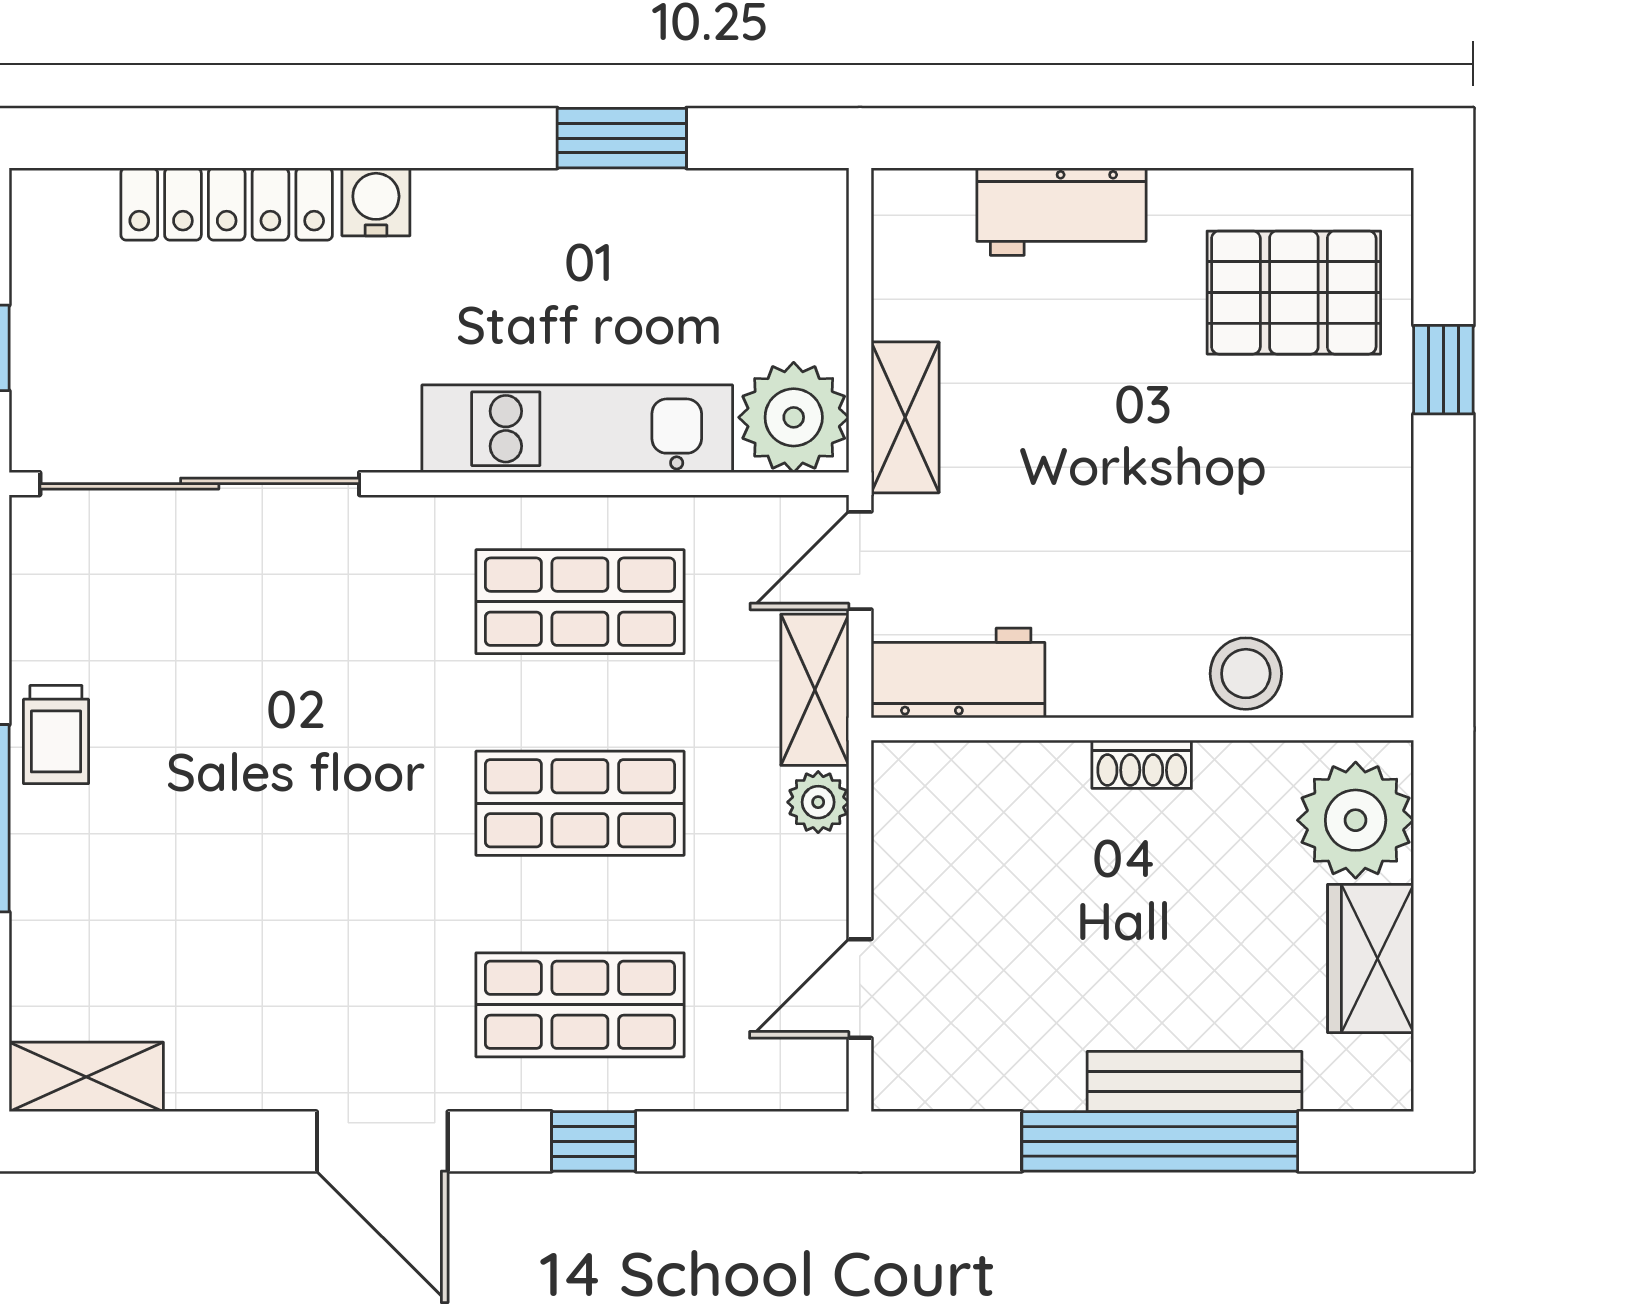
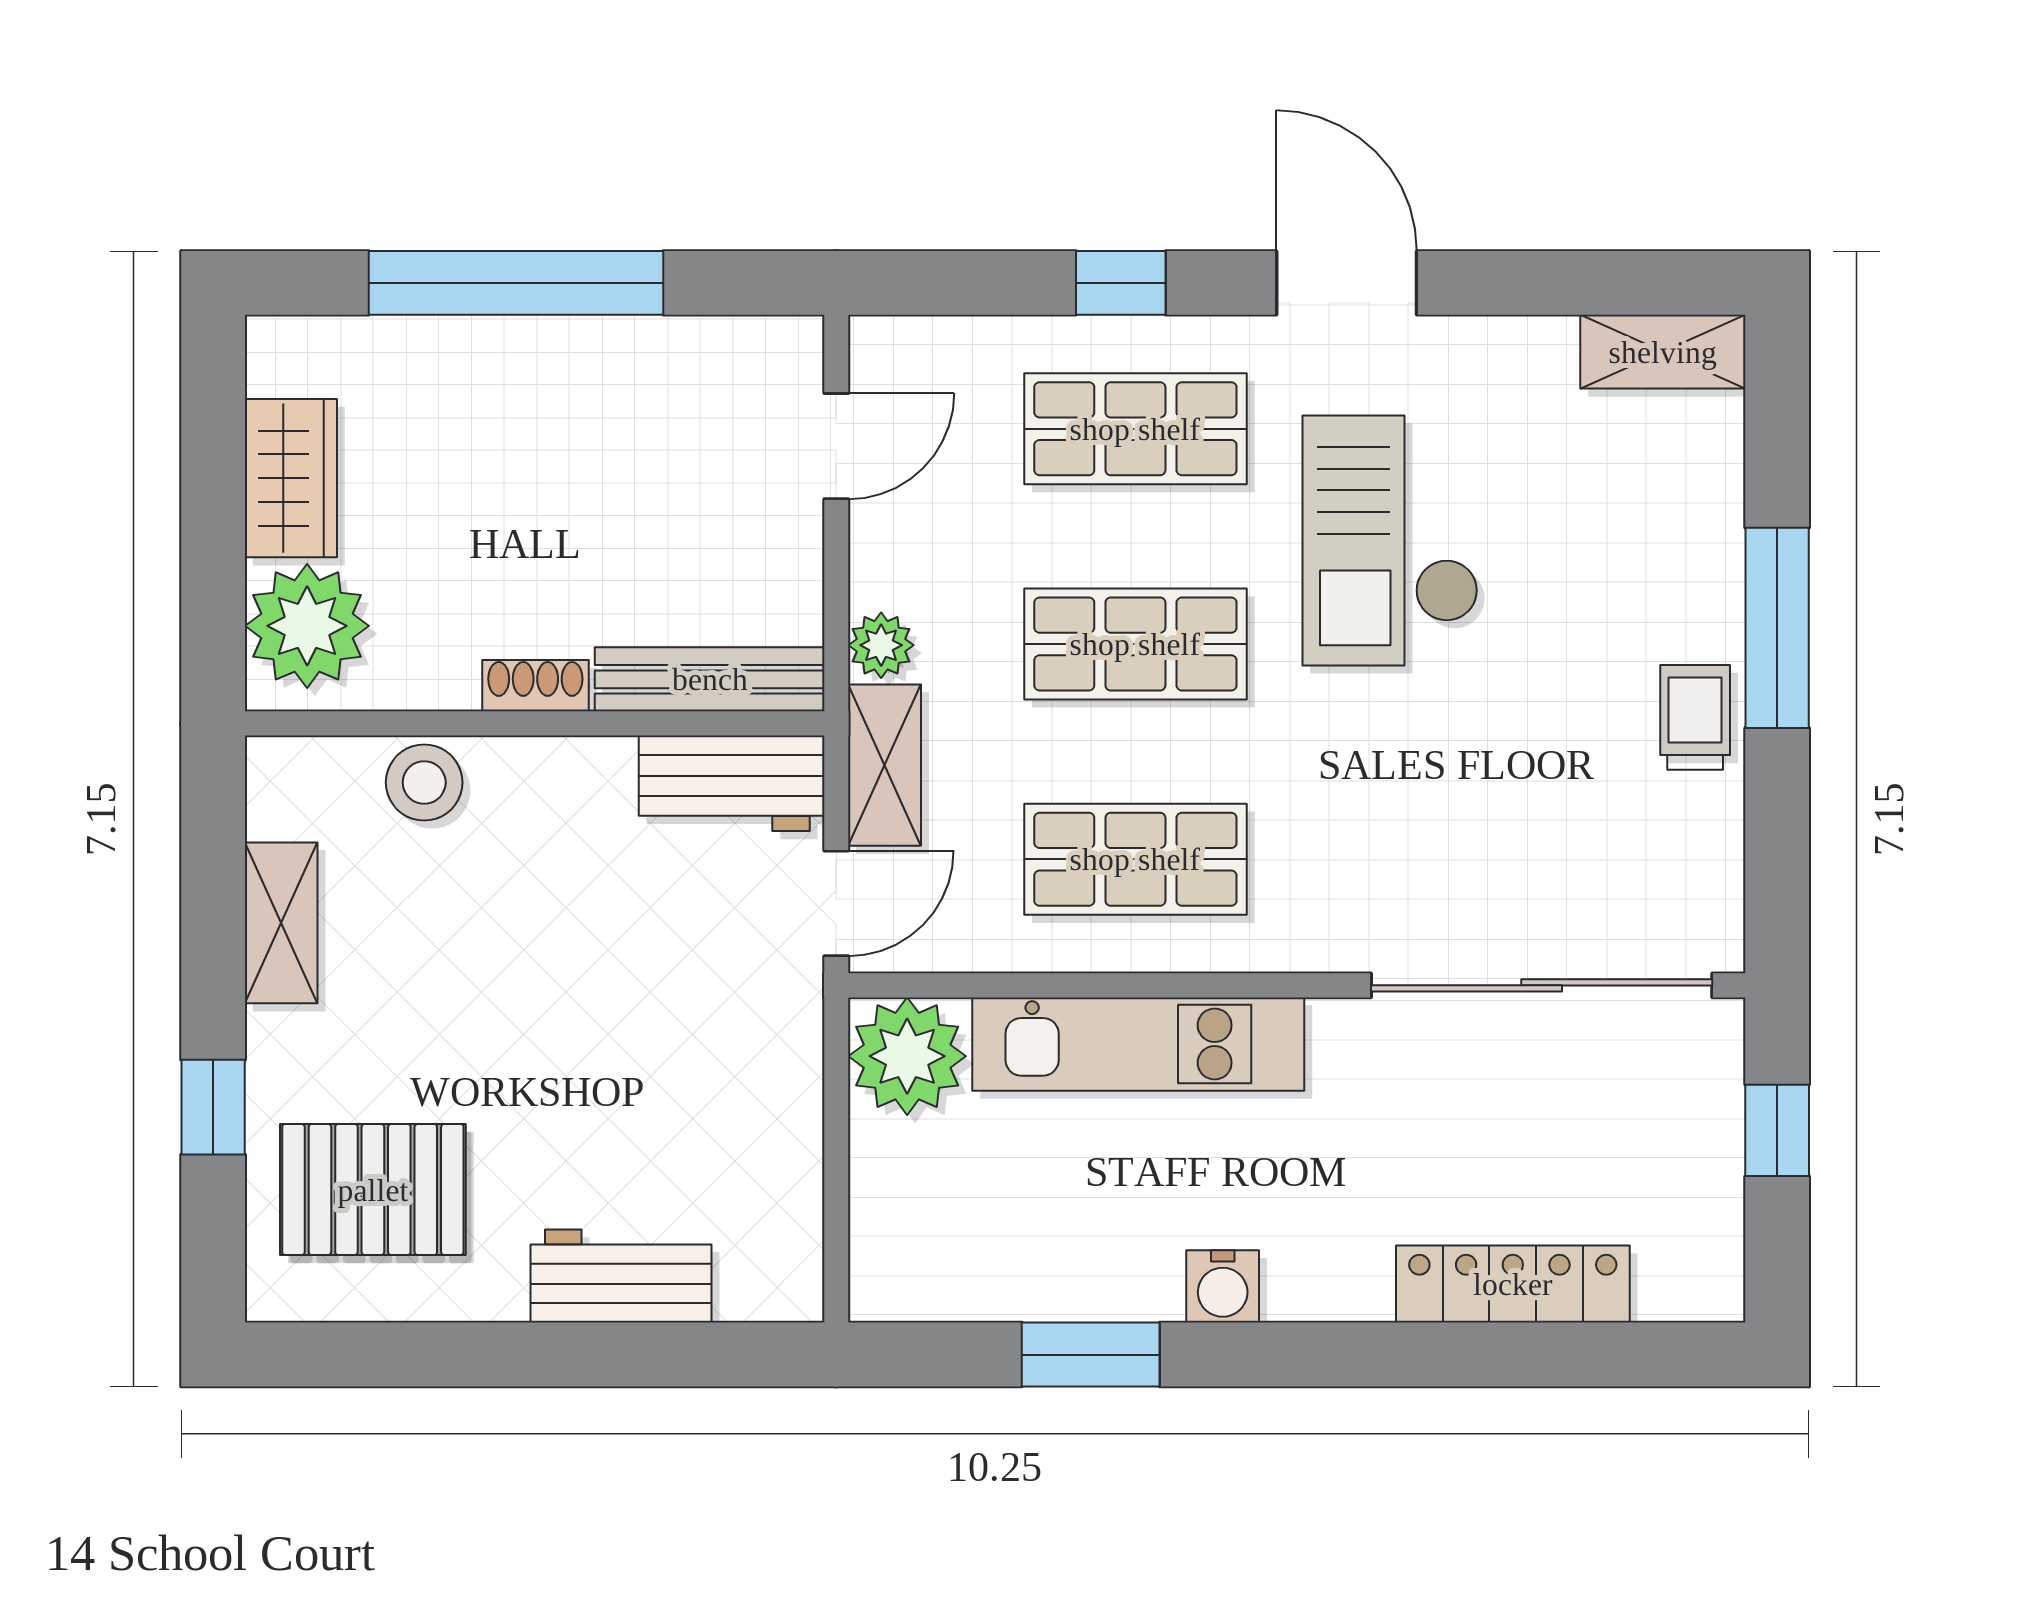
water cooler: (376, 202) -> (1223, 1286), moved
shelving: (905, 417) -> (281, 923), moved
checkout: (341, 900) -> (1390, 540), added
bench: (1194, 1082) -> (710, 679), moved

